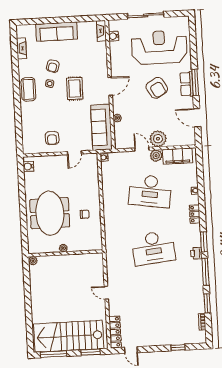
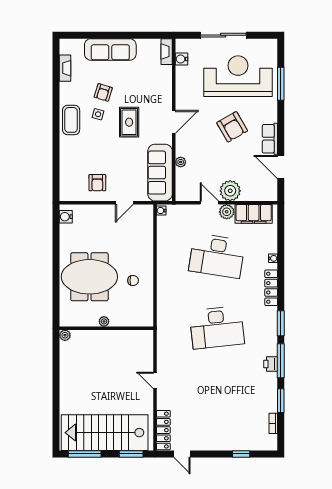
window: (195, 82) -> (281, 84), moved
row of seats: (187, 84) -> (270, 139), moved
meeting table: (50, 213) -> (89, 277), turned 90
locker: (195, 214) -> (271, 288), width x1.53
printer: (196, 253) -> (271, 364), moved

